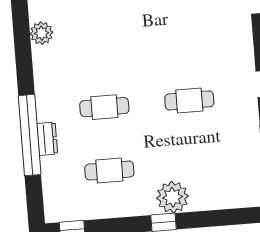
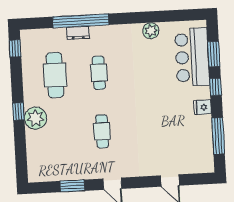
cafe table: (109, 171) -> (55, 75), width x1.37, depth x1.35

